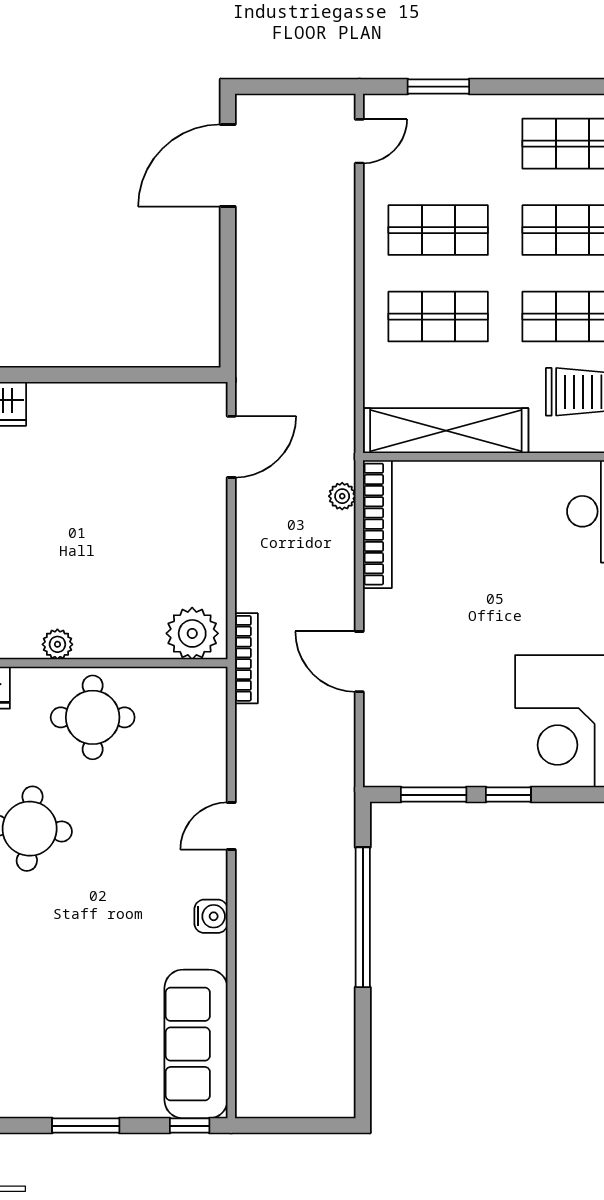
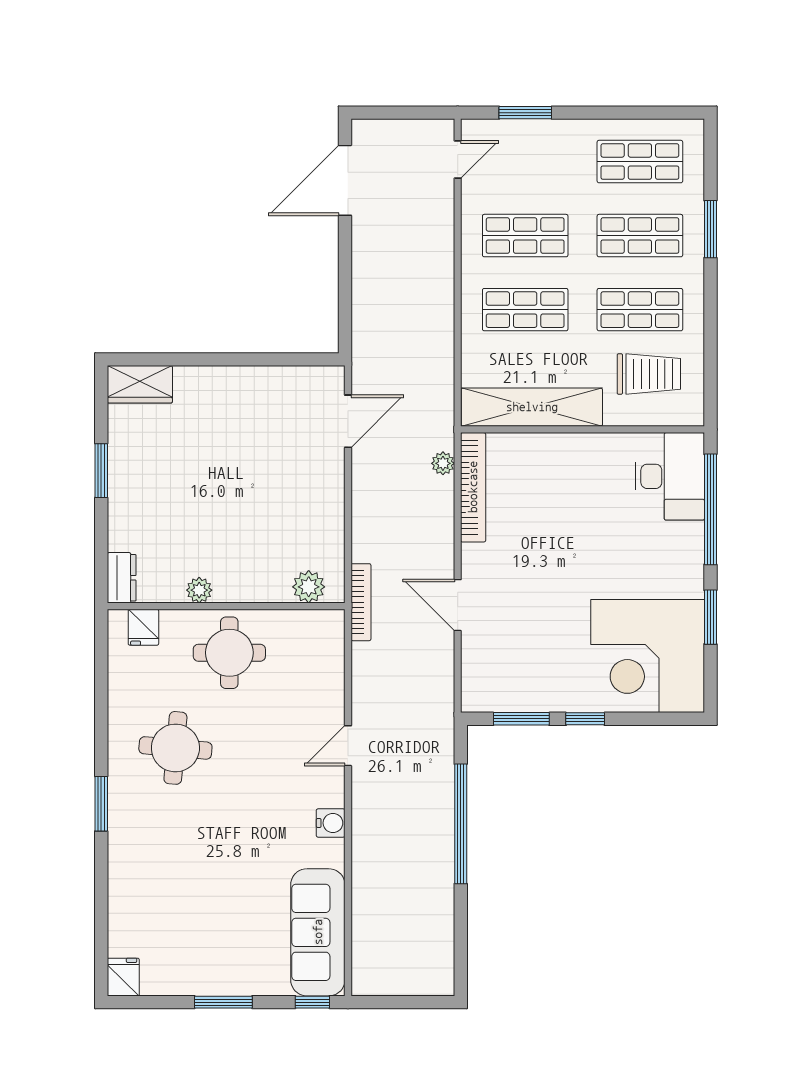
plant: (192, 633) -> (309, 587), width x0.73, depth x0.73

